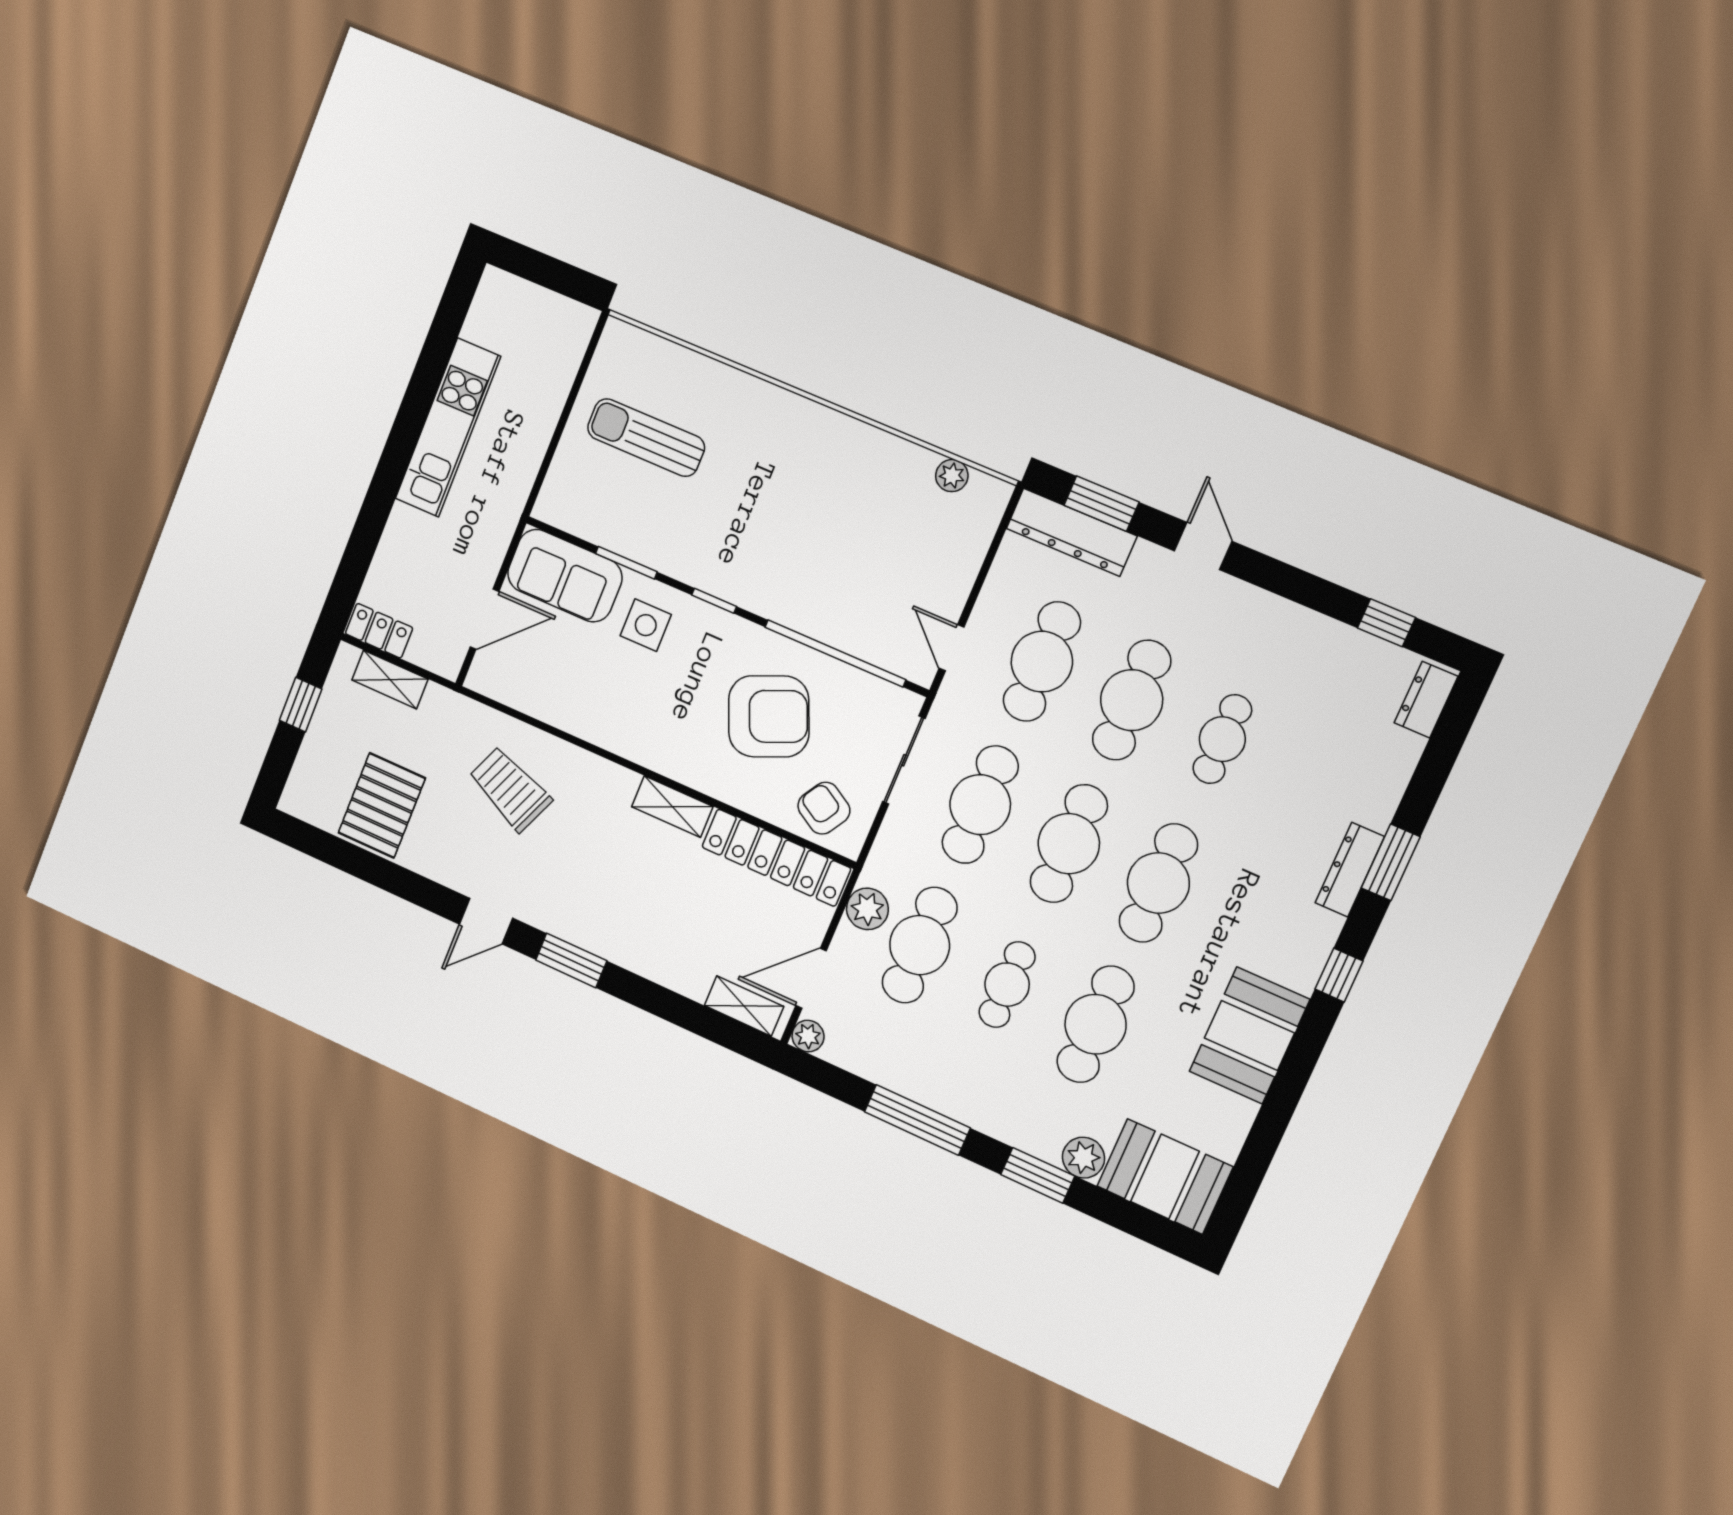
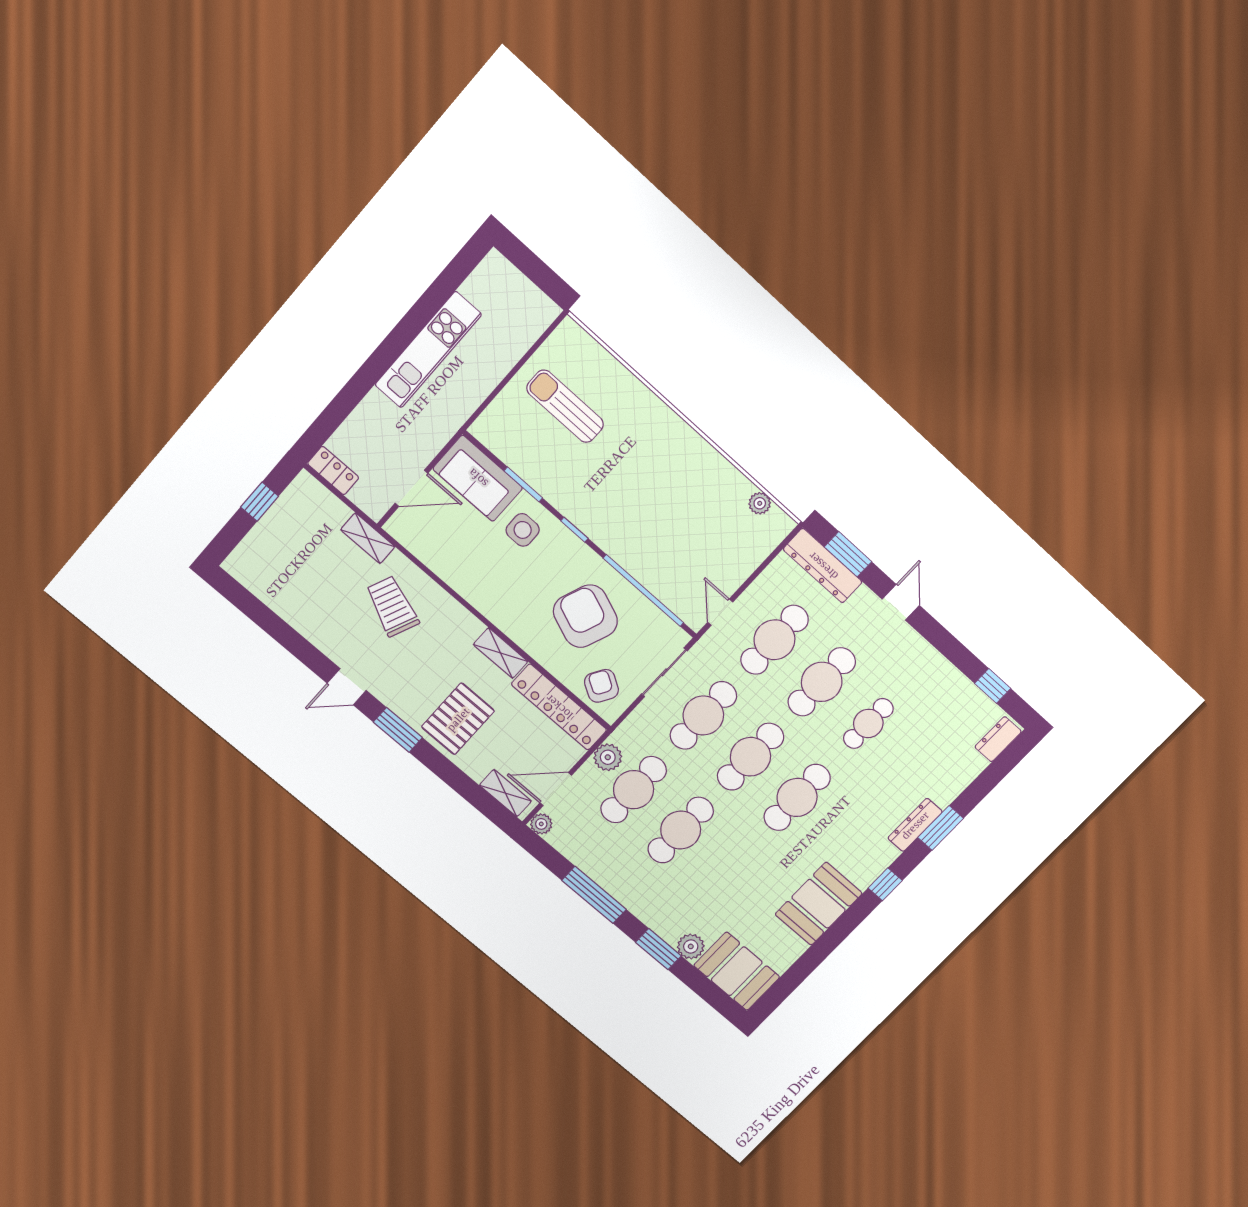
shelving: (390, 680) -> (368, 538), moved
armchair: (769, 716) -> (585, 616), turned -136
pallet: (382, 805) -> (458, 719), moved
cafe table: (1007, 985) -> (681, 830), width x1.37, depth x1.35
cafe table: (1096, 1024) -> (727, 870), removed

